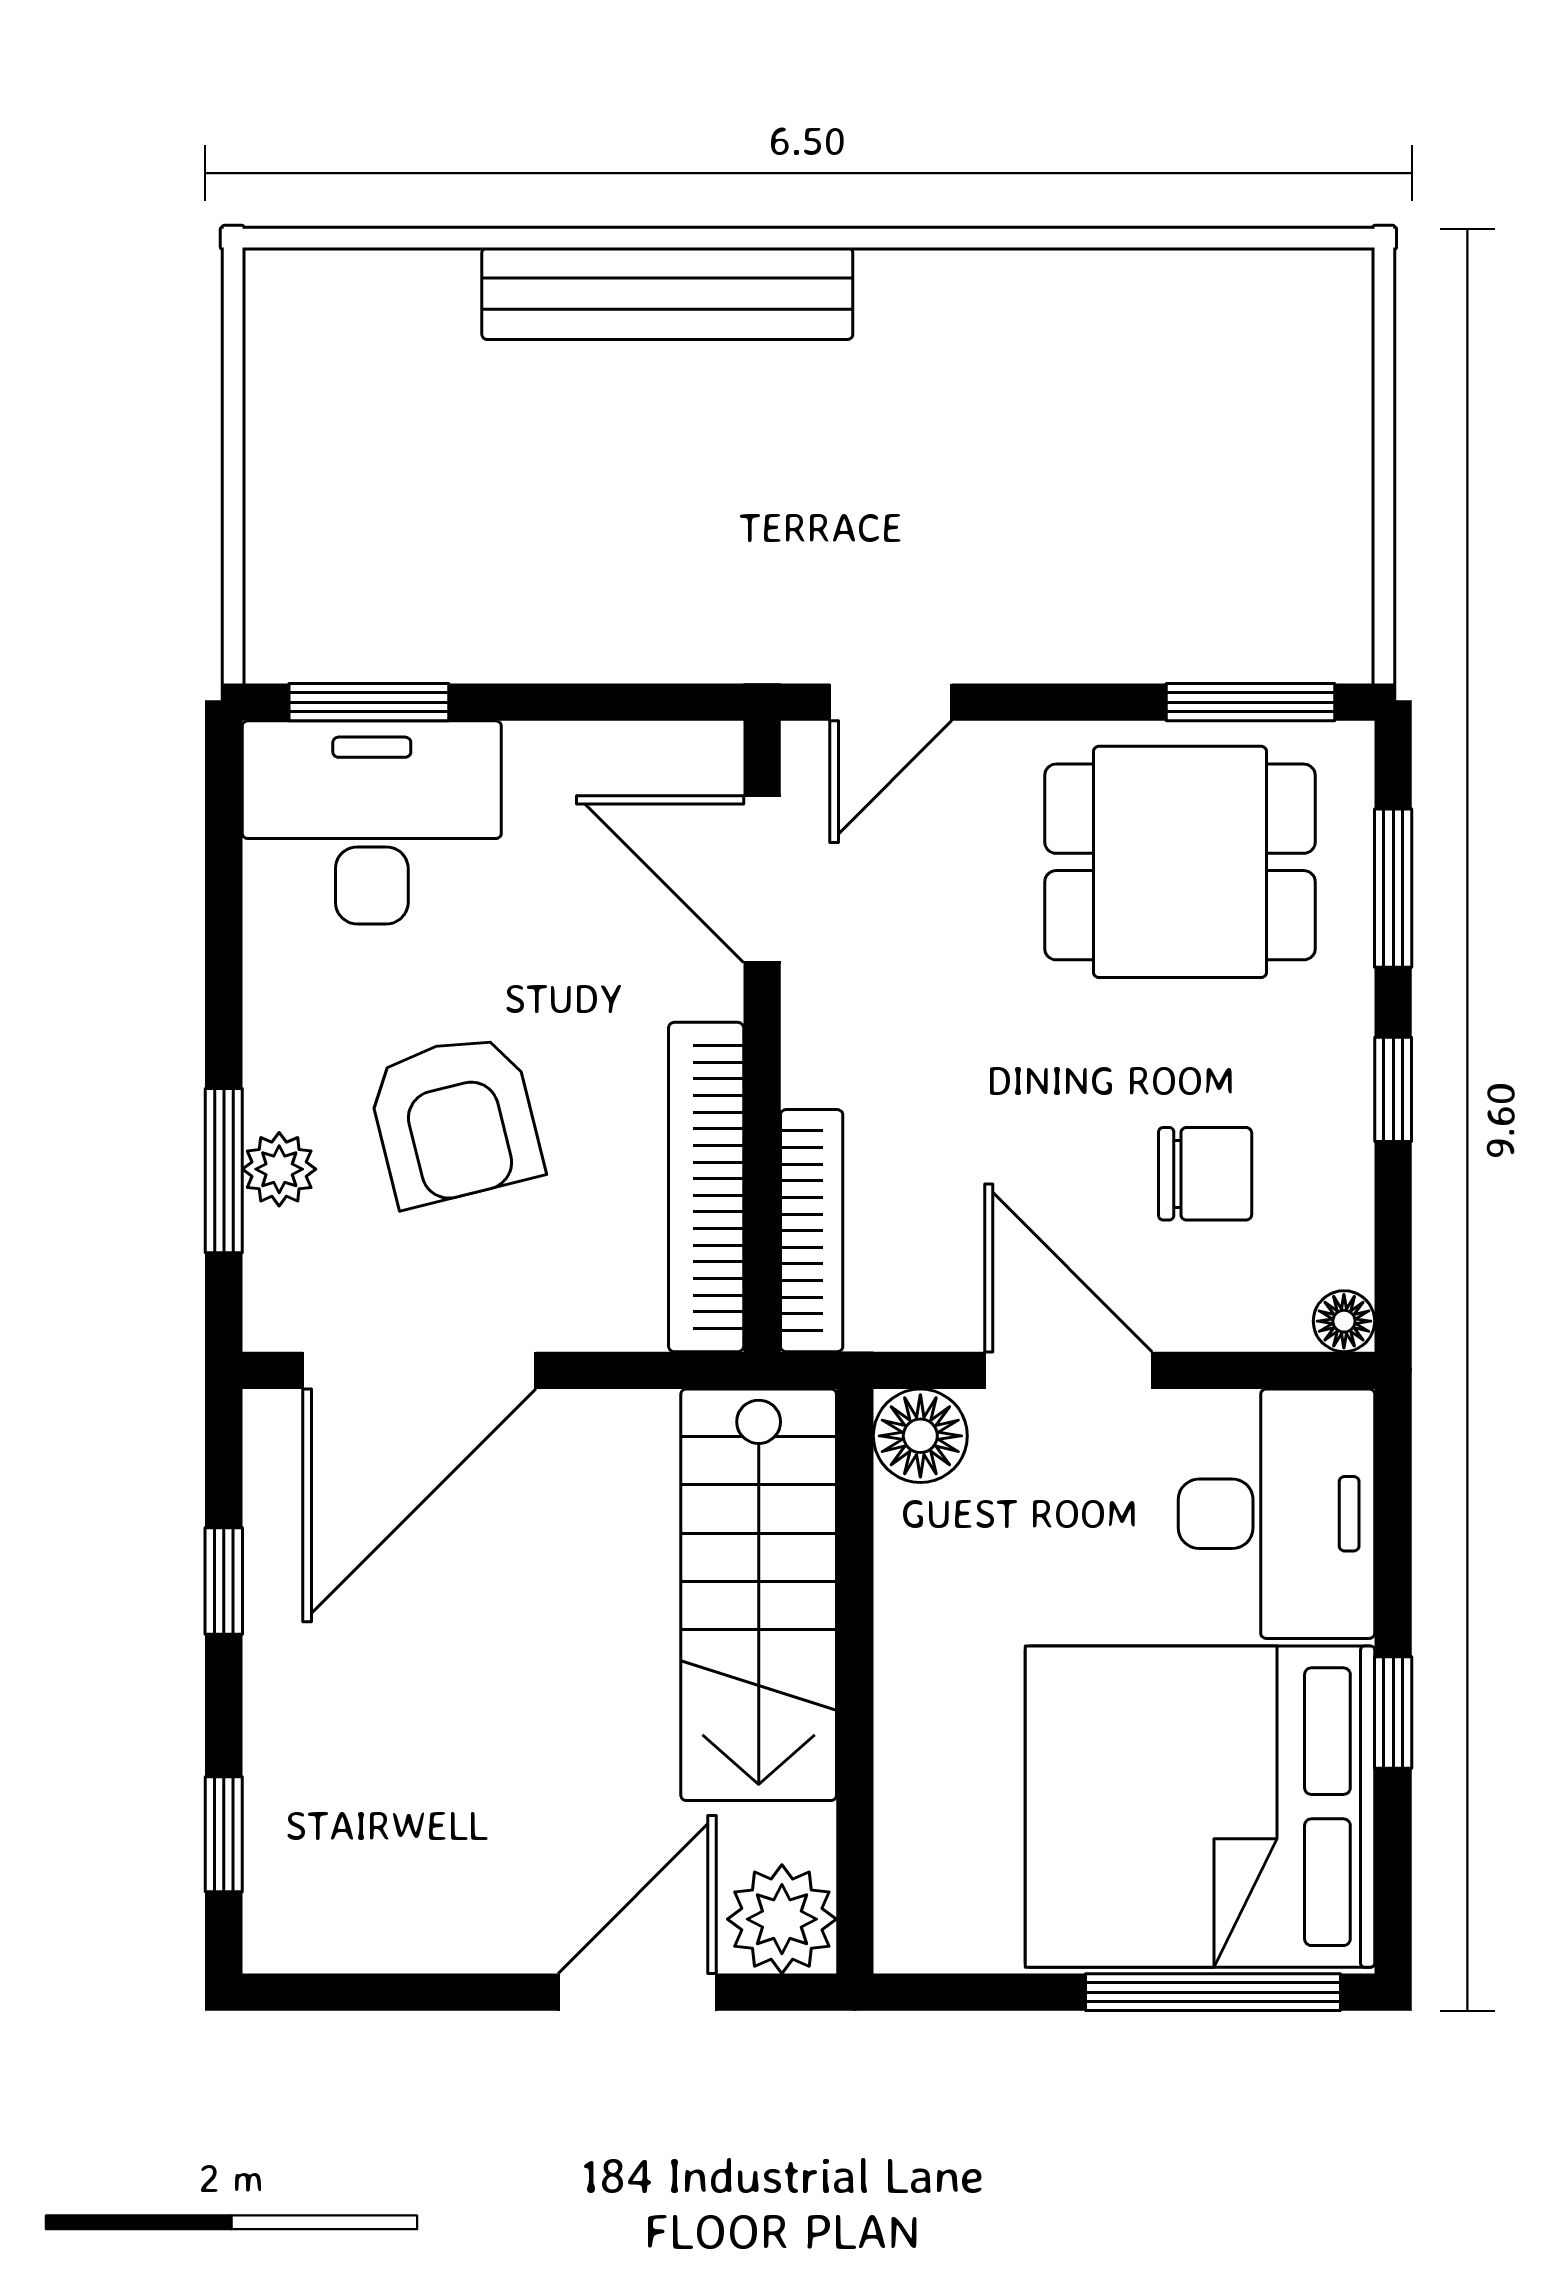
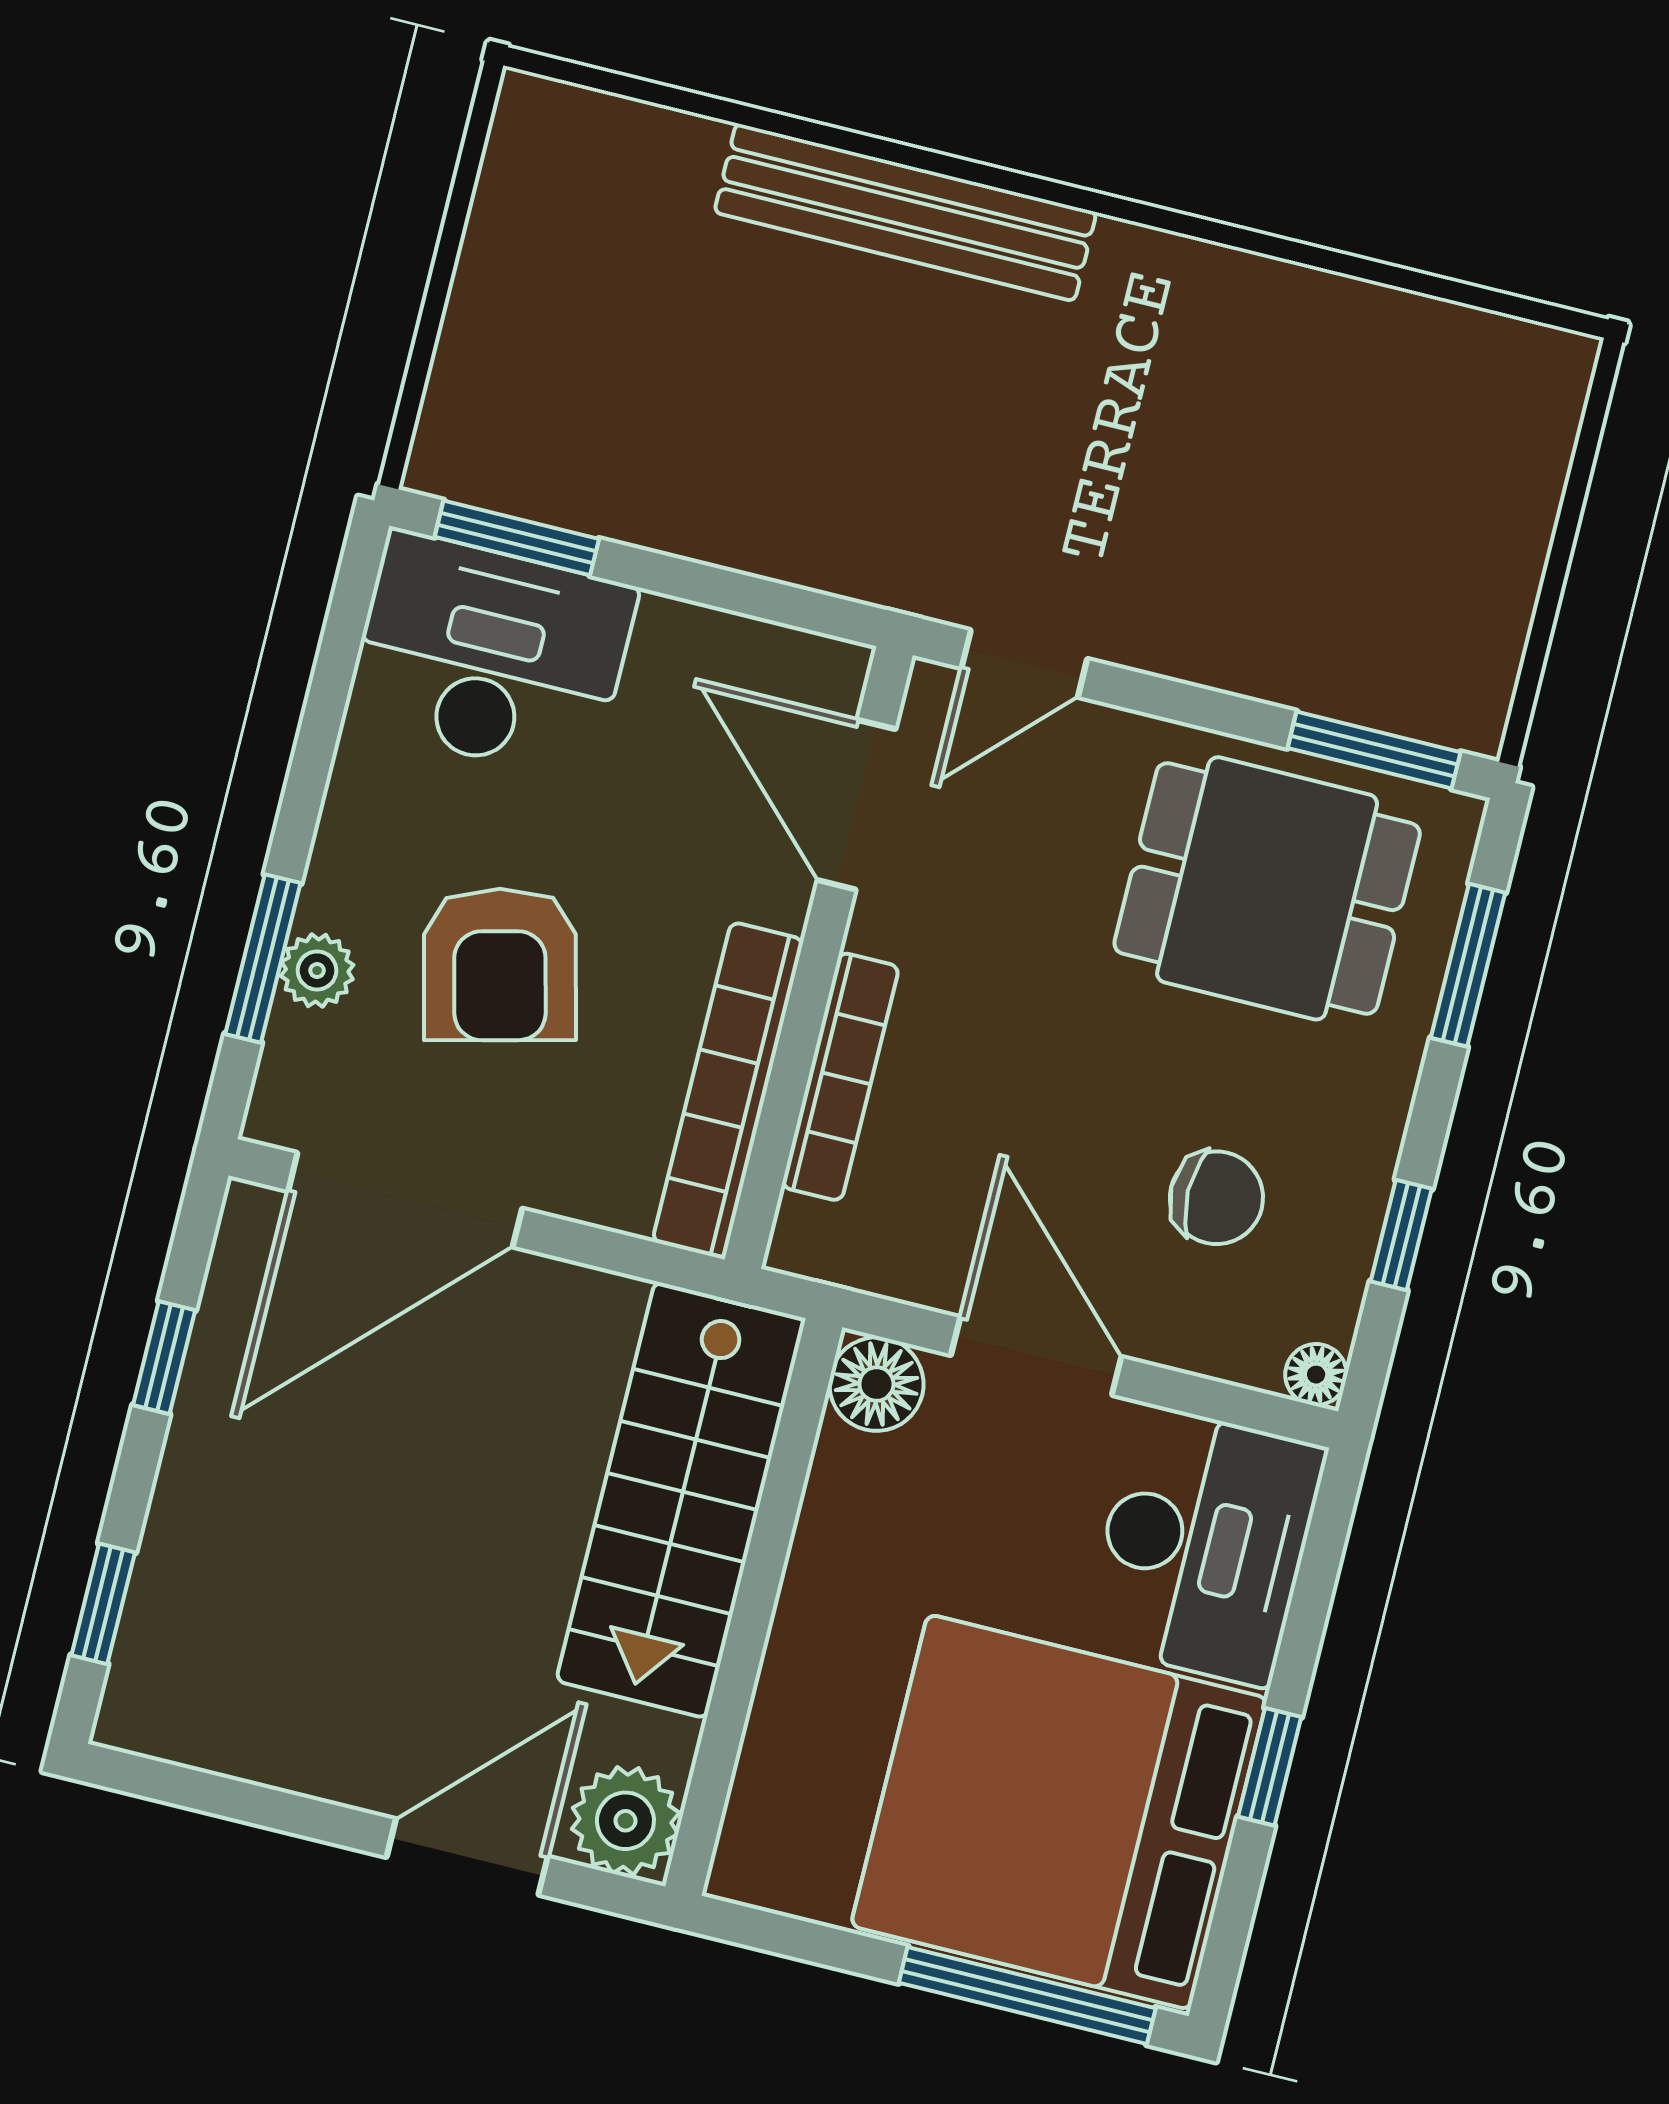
window: (1393, 1089) -> (1401, 1235), moved
bookcase: (812, 1231) -> (840, 1077), moved

